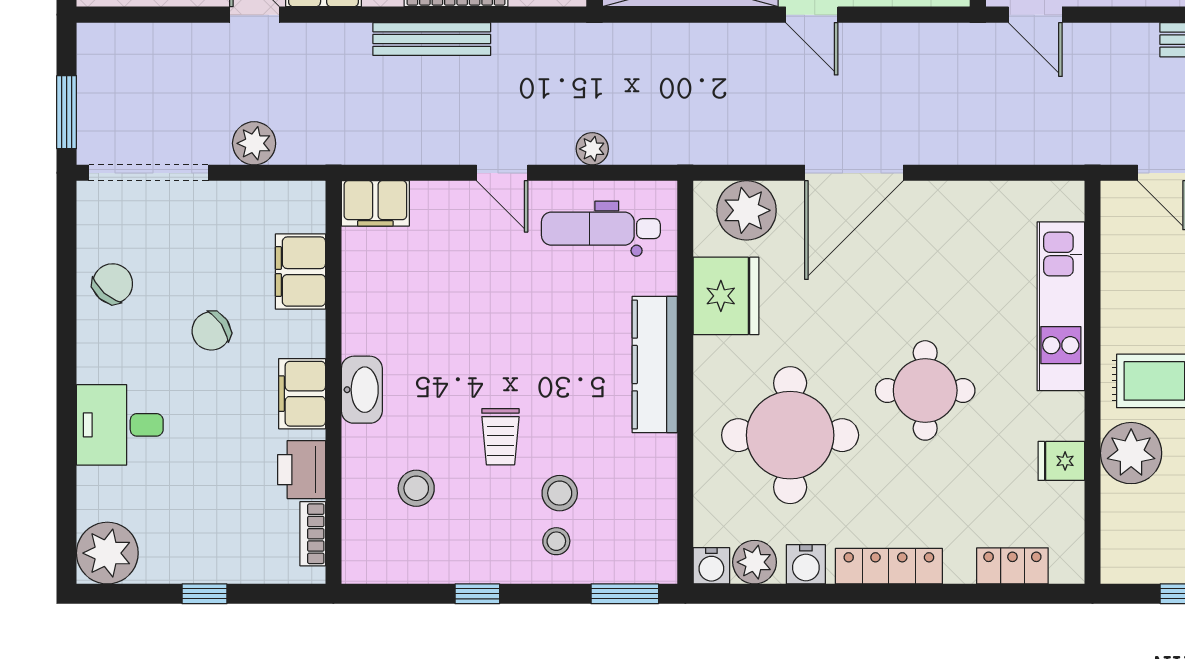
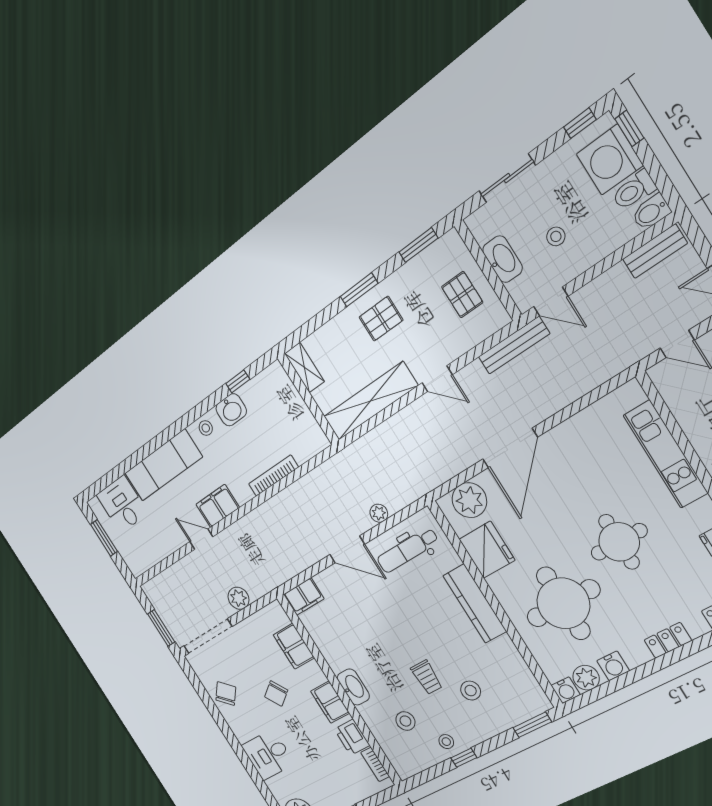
bench: (432, 39) -> (514, 345), moved
door: (502, 173) -> (347, 549), width x1.38
stool: (556, 541) -> (446, 742), moved
locker: (889, 566) -> (668, 640), width x0.66

